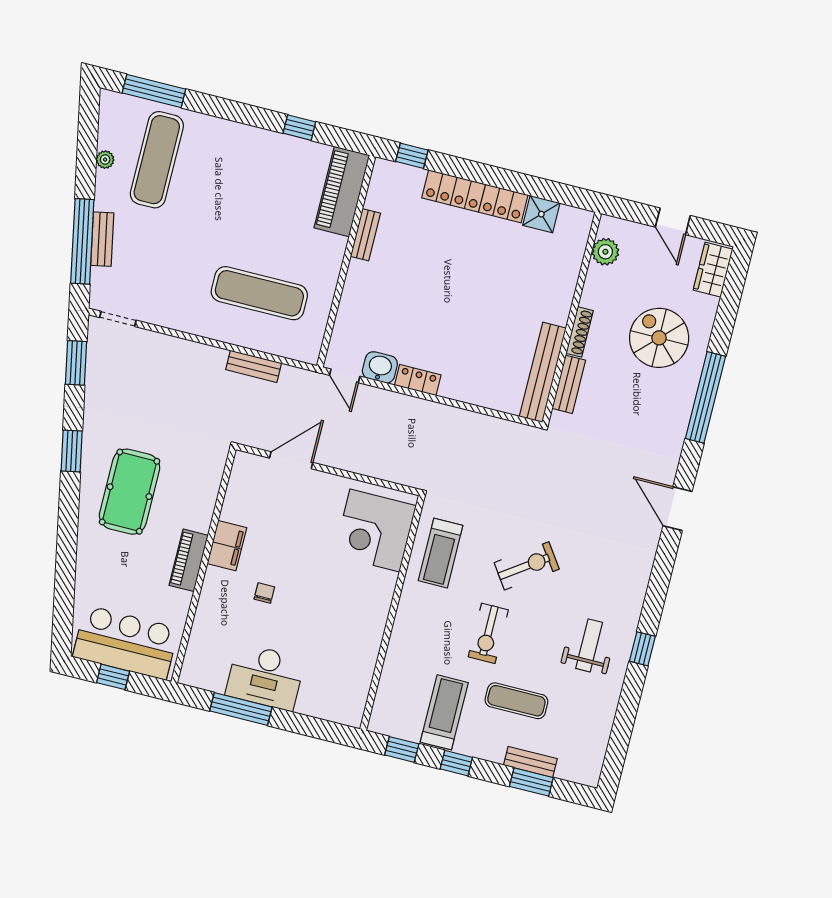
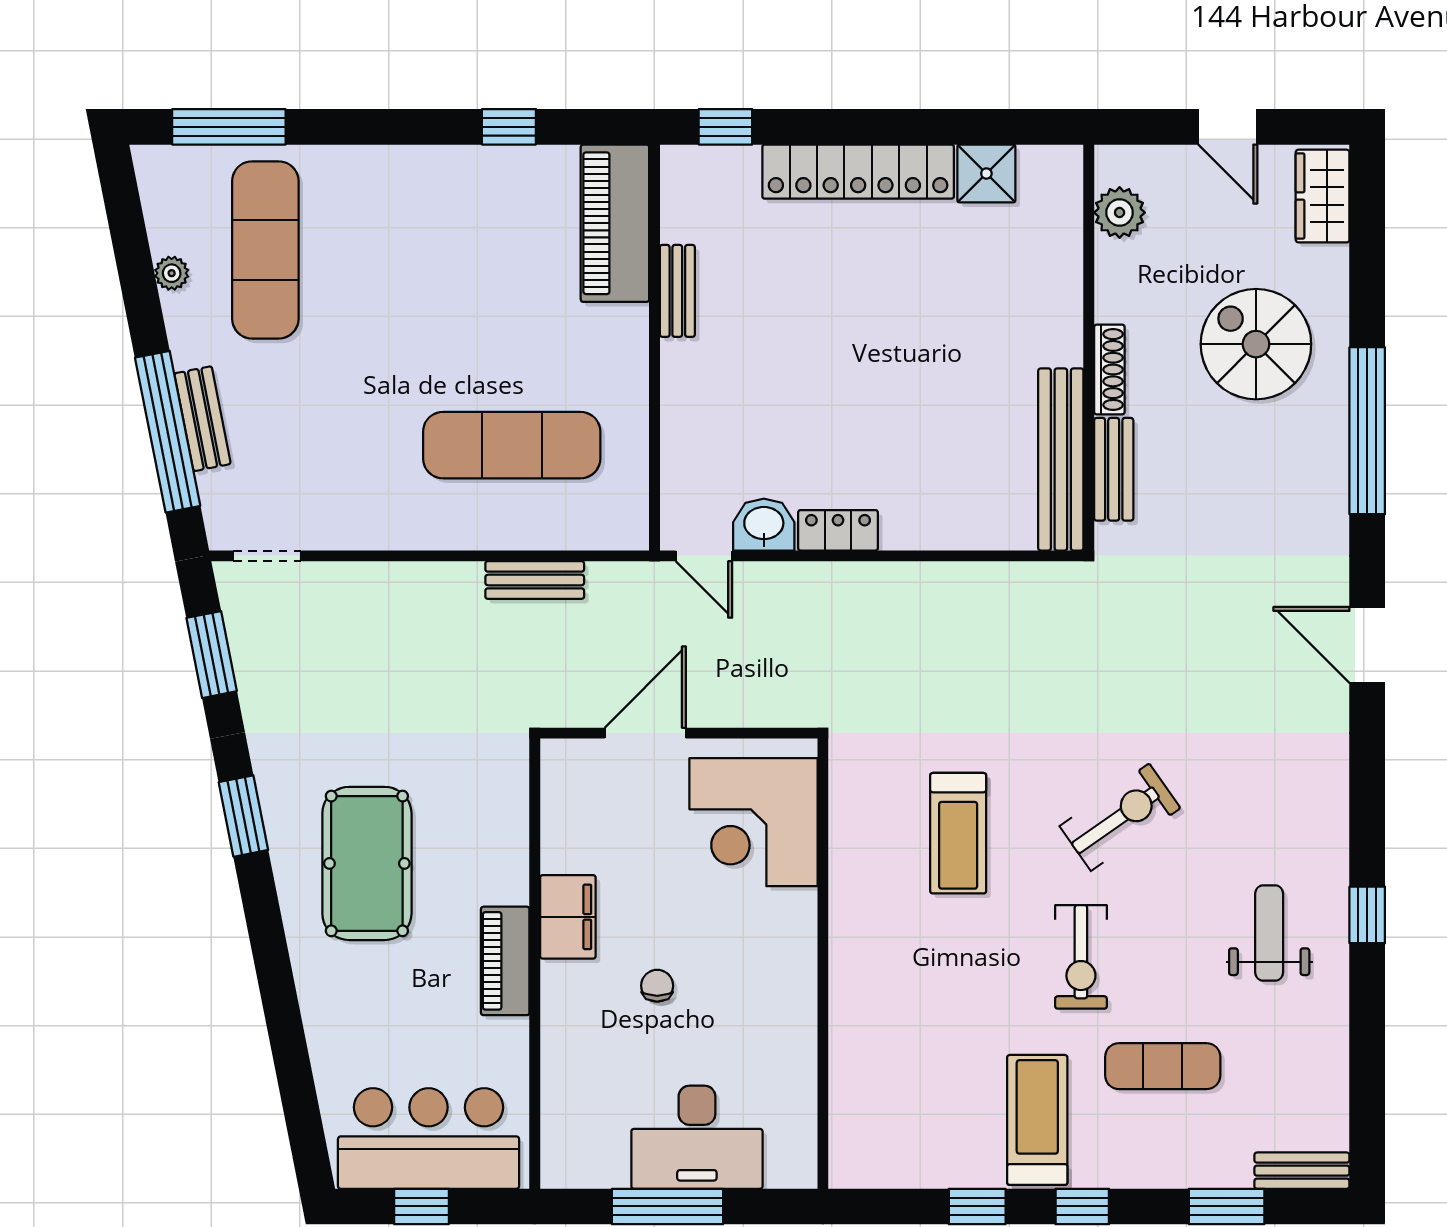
corner desk: (375, 530) -> (754, 822), moved
wall: (392, 613) -> (823, 964), moved
bench: (530, 762) -> (1302, 1171), moved

